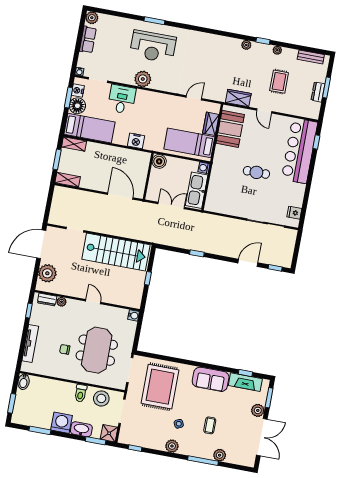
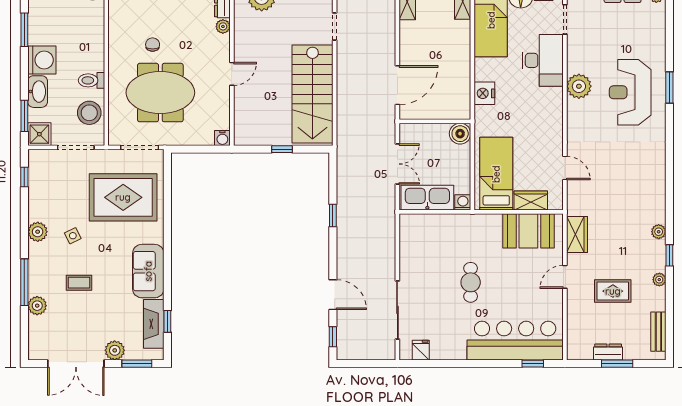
desk: (122, 99) -> (543, 60), width x1.37

